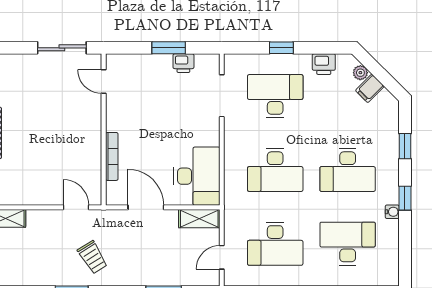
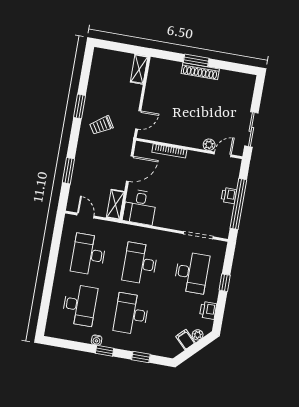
window: (169, 48) -> (238, 204), width x2.11
printer: (183, 63) -> (229, 196), moved
plant: (93, 103) -> (209, 145), added
desk: (197, 176) -> (140, 207), width x0.73

